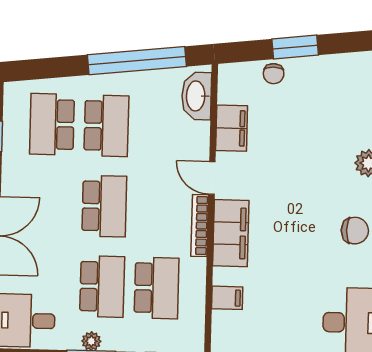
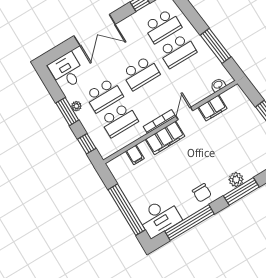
window: (137, 61) -> (216, 46), width x0.68
chair: (274, 74) -> (249, 111), removed
washbasin: (197, 96) -> (218, 85), width x0.52, depth x0.69
school desk: (52, 124) -> (163, 26), turned 180

